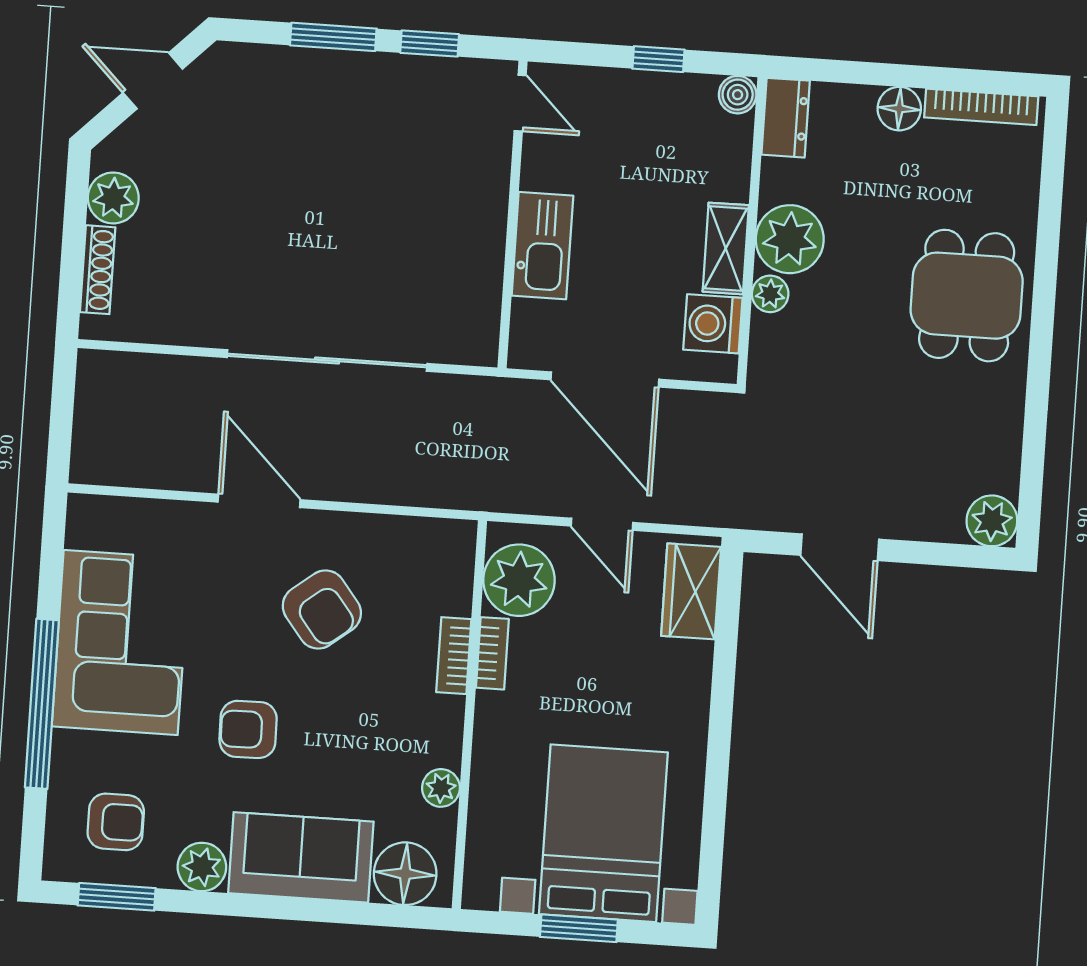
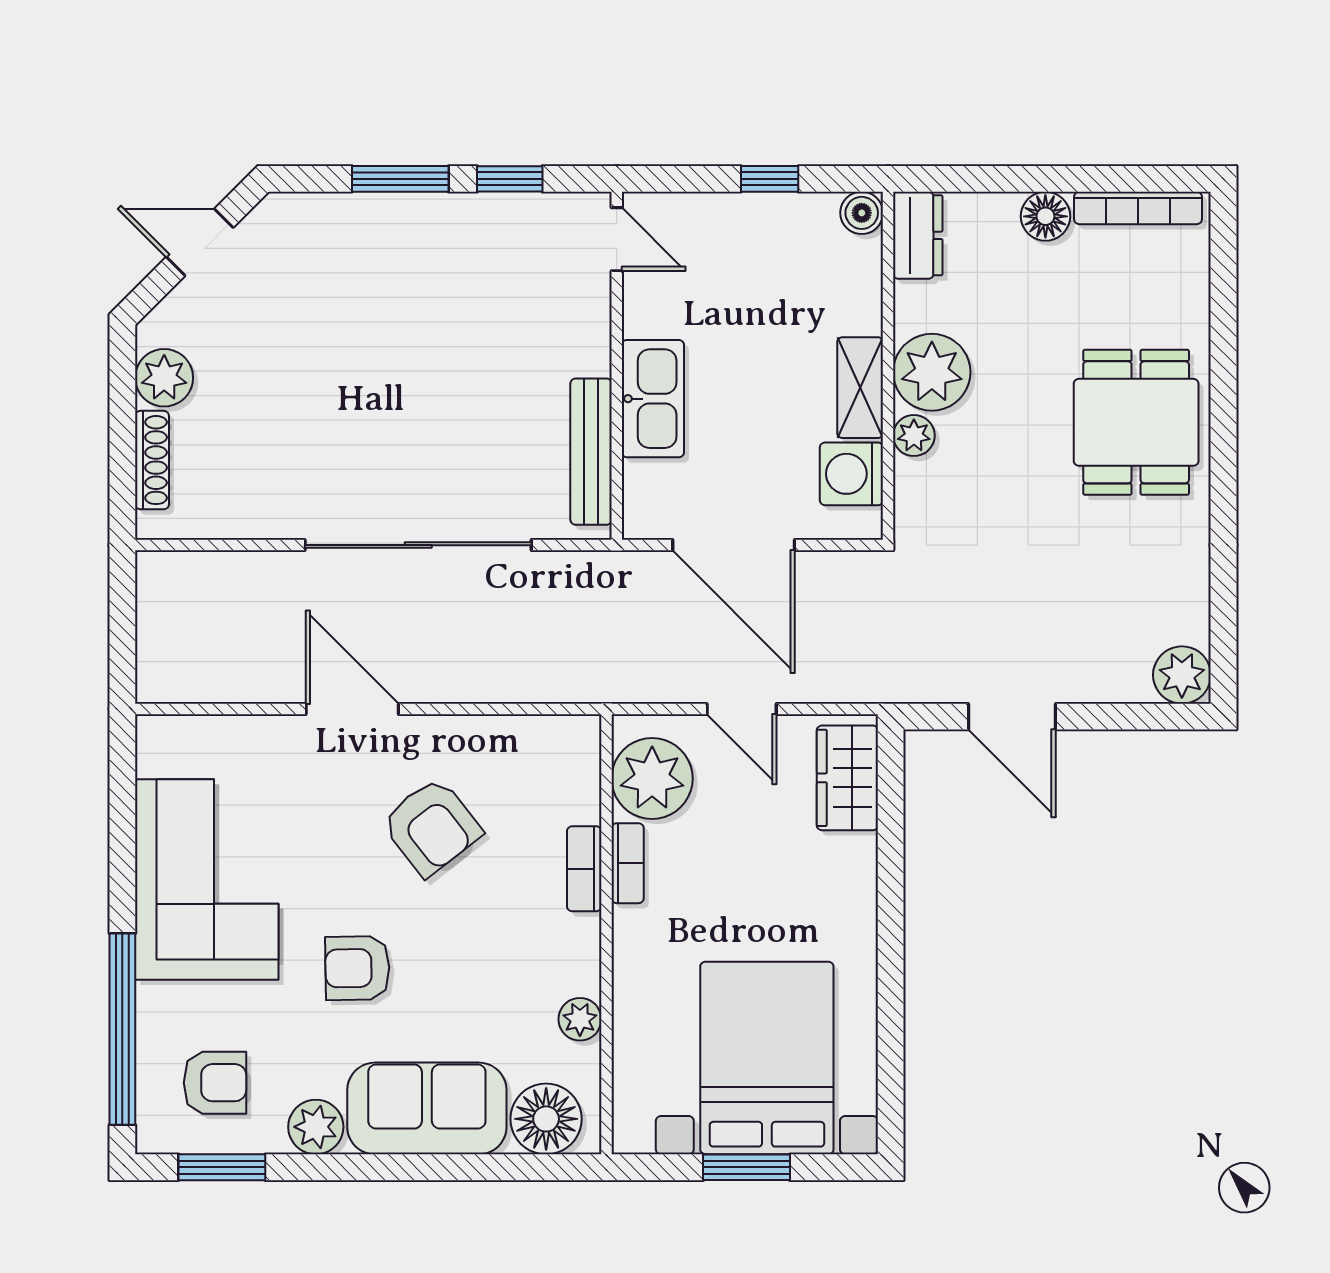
bench: (485, 289) -> (591, 452), added
window: (42, 704) -> (122, 1029), moved

